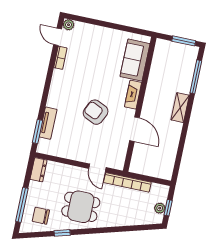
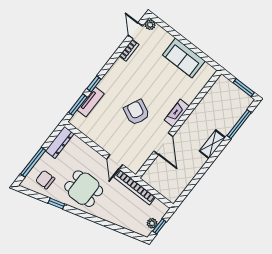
sofa: (135, 60) -> (184, 58), moved, turned -90
window: (43, 105) -> (94, 84), added
dresser: (39, 170) -> (60, 142), width x1.44

